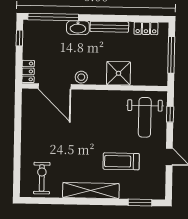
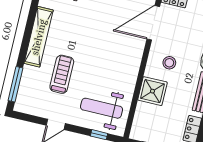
stool: (81, 77) -> (169, 63), moved
window: (140, 202) -> (15, 84), width x1.44

